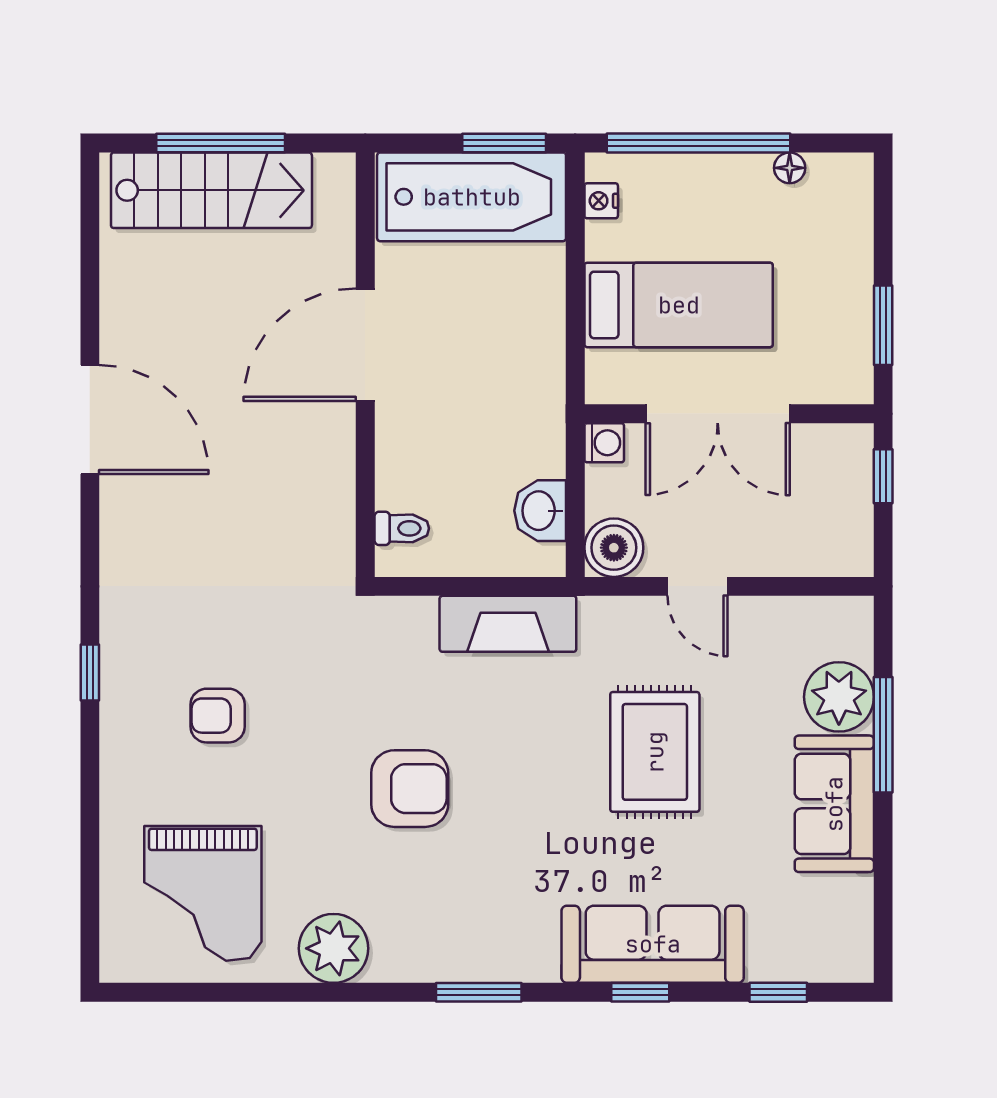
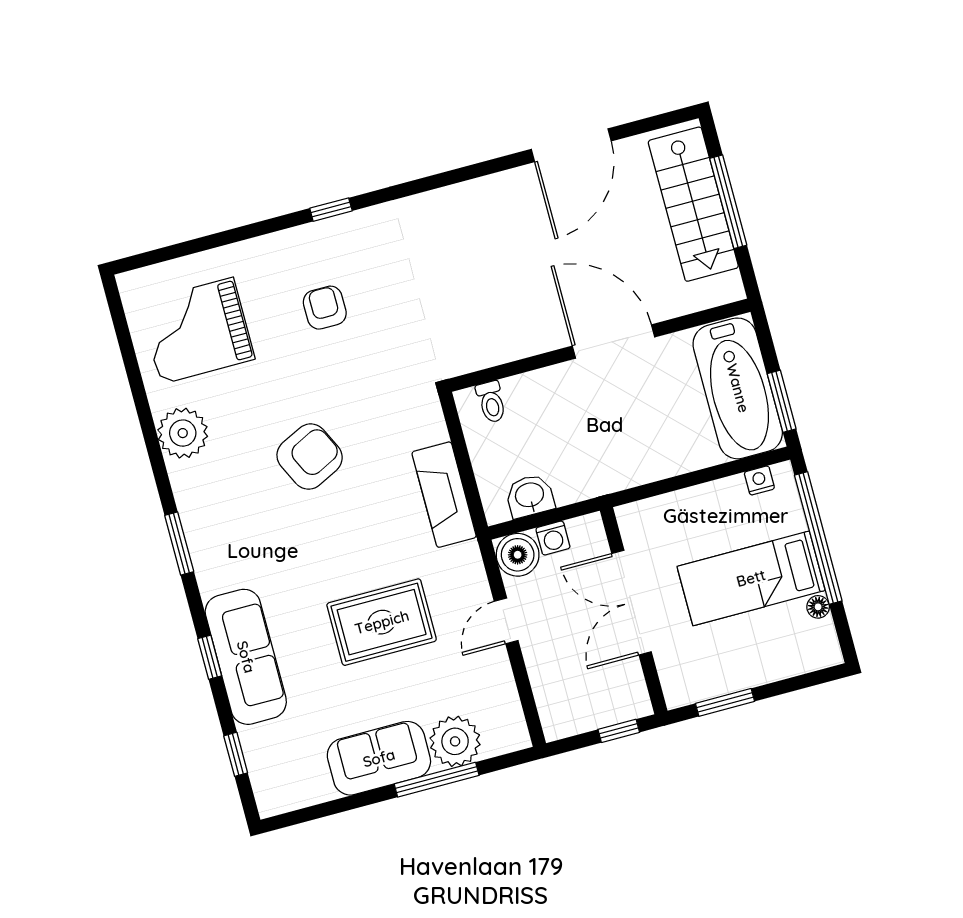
bed: (679, 305) -> (751, 578), moved, turned 90
door: (90, 420) -> (571, 145), moved
washing machine: (604, 443) -> (553, 538), moved
armchair: (410, 789) -> (310, 457), turned -116

